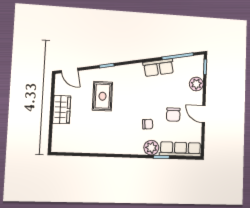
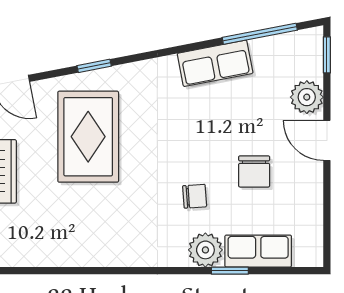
rug: (103, 96) -> (88, 137), width x1.36, depth x1.43
door: (204, 114) -> (327, 140), moved
row of seats: (180, 149) -> (258, 251), width x0.68

